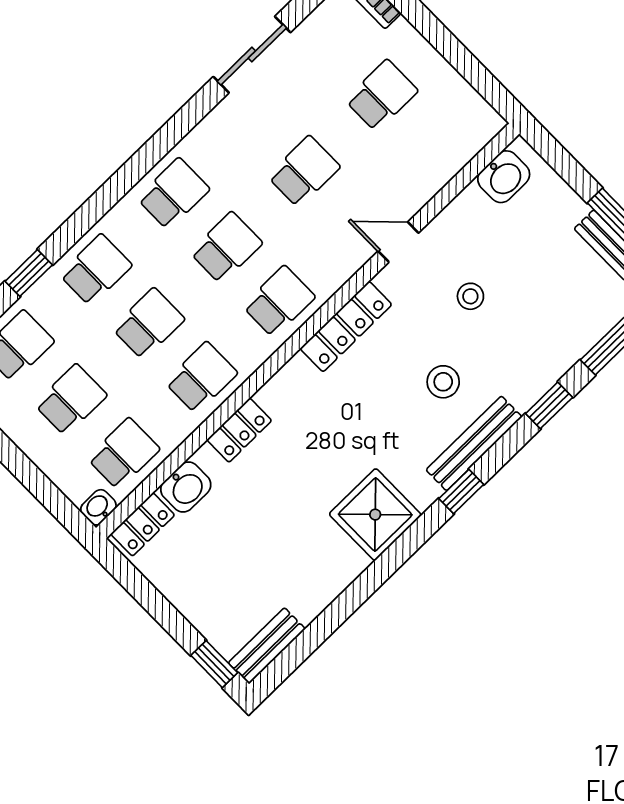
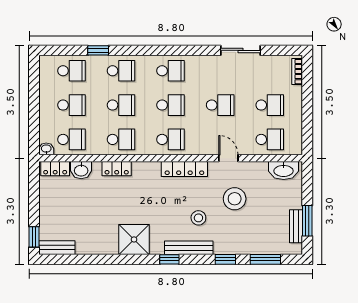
school desk: (434, 149) -> (270, 139), added
washbasin: (504, 177) -> (284, 170), width x1.38
stool: (470, 296) -> (235, 199), width x1.89, depth x1.89

